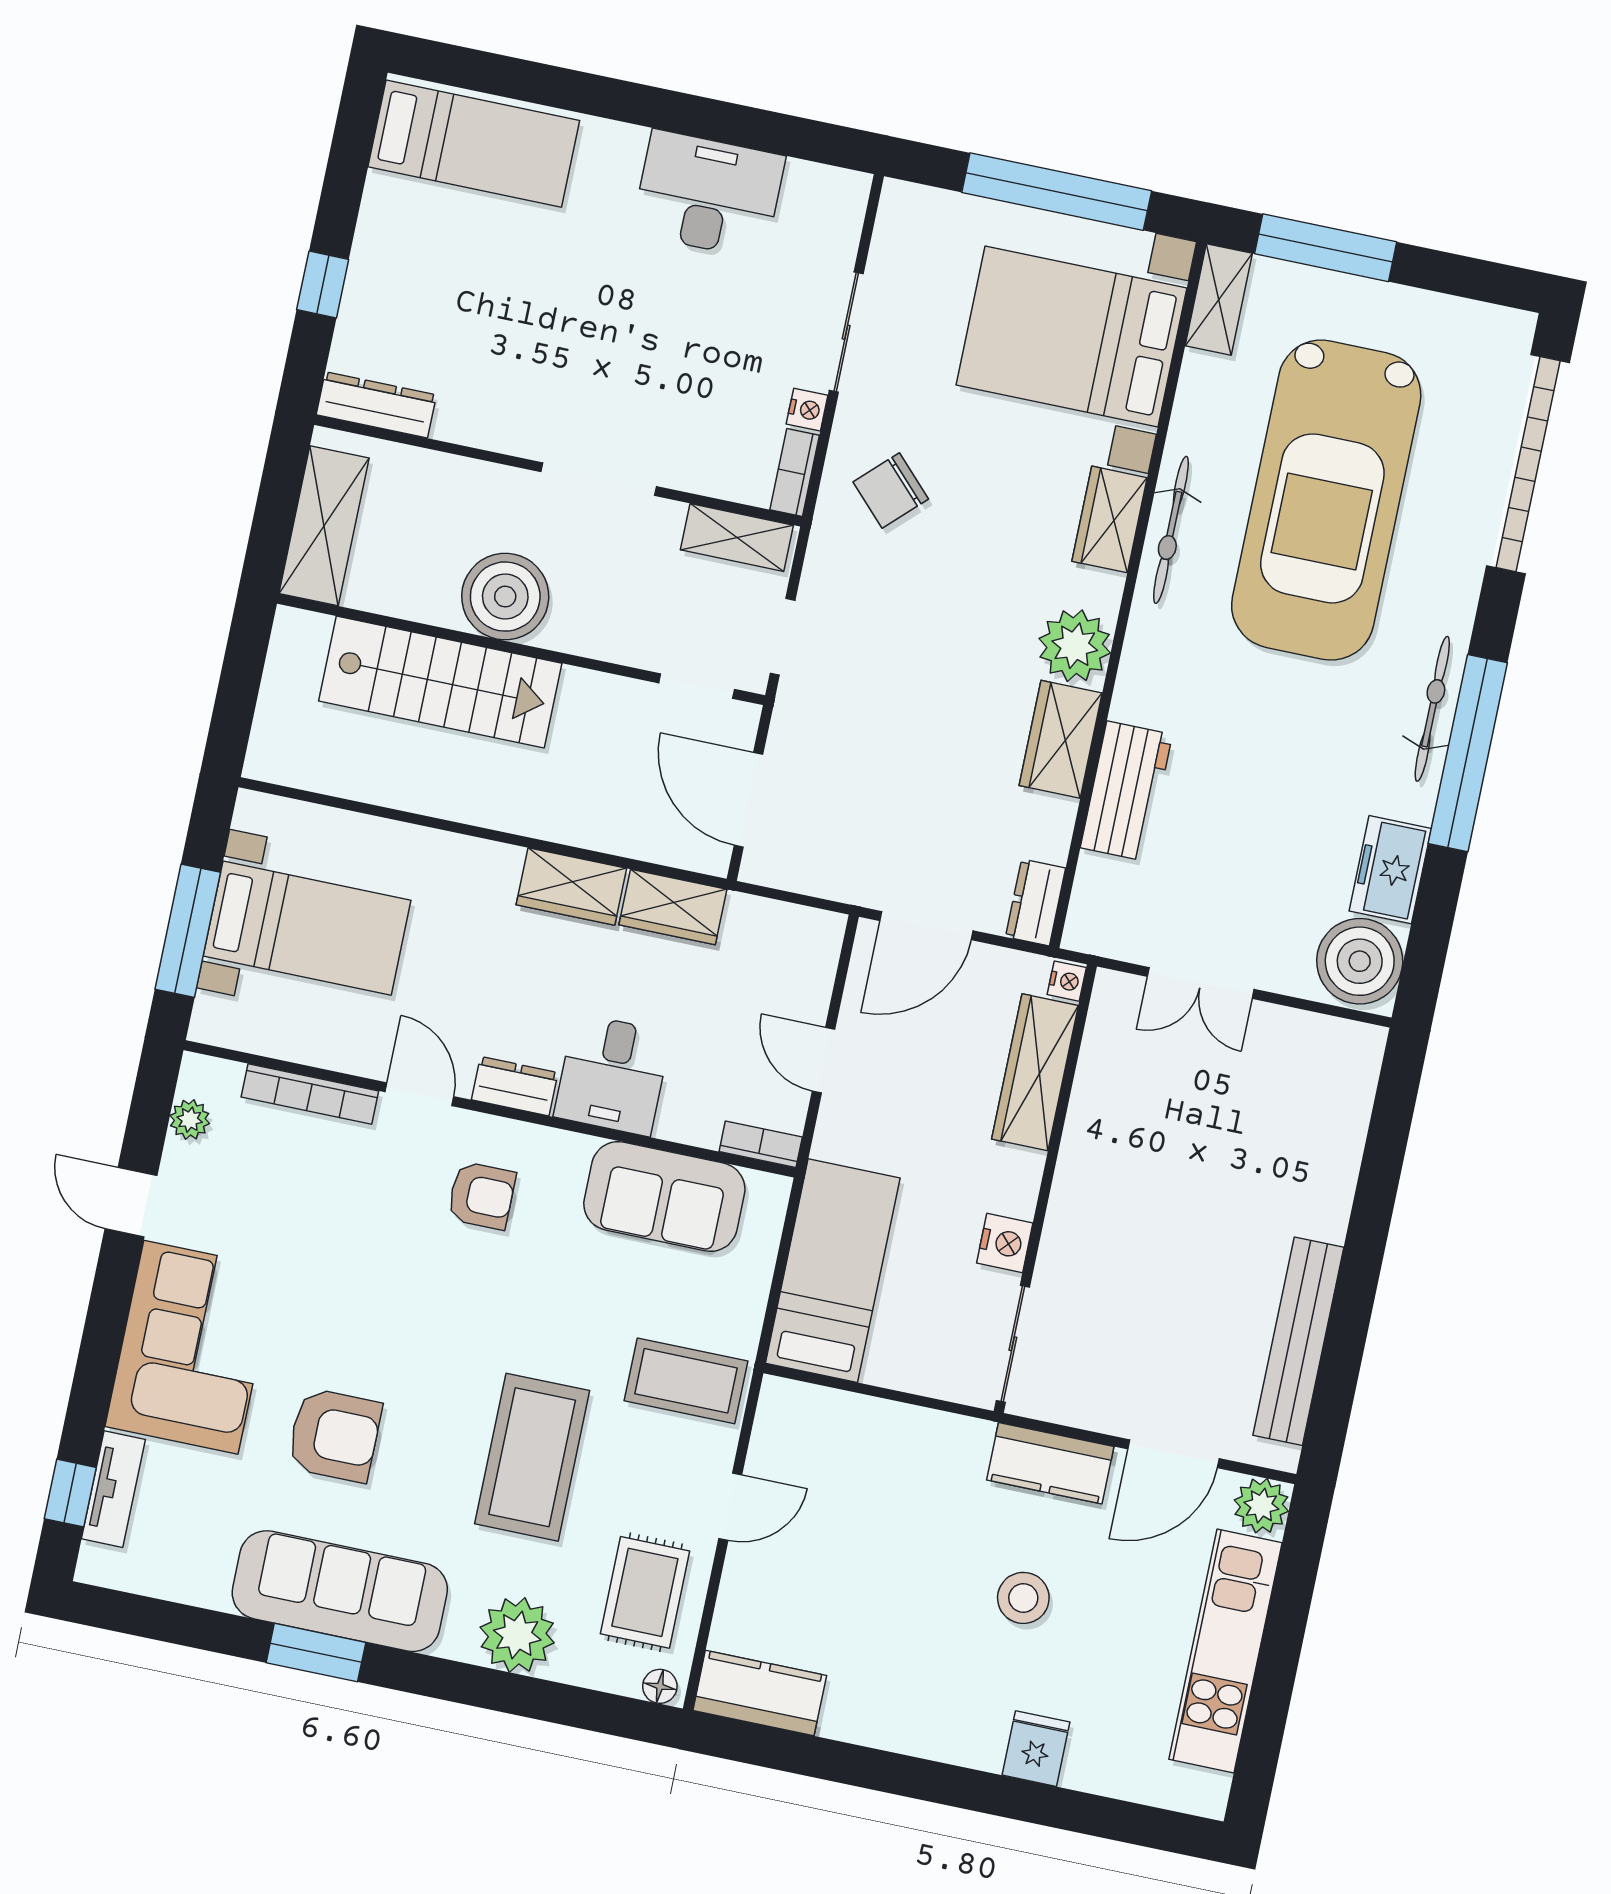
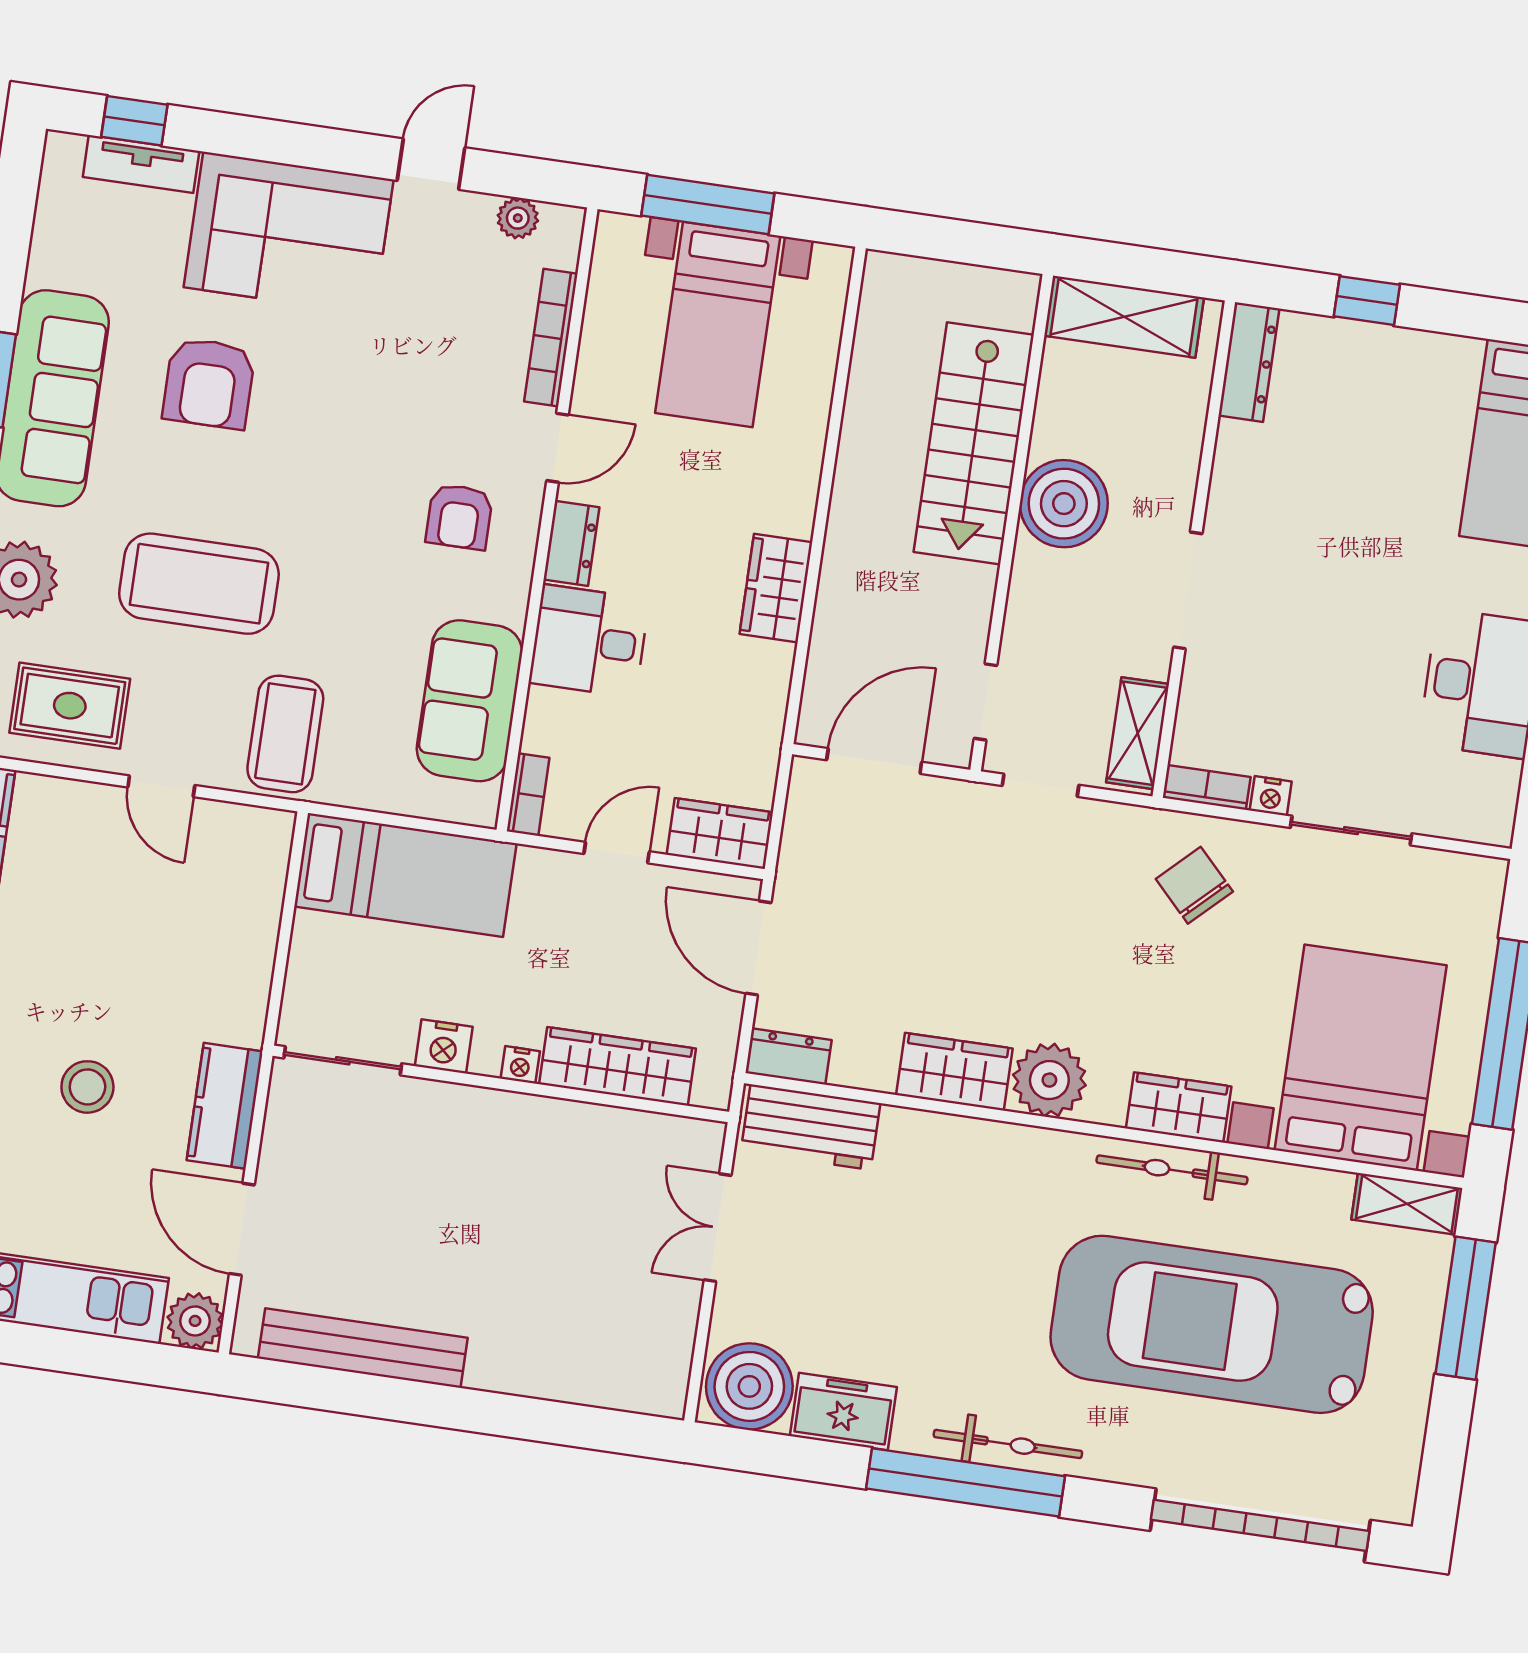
workbench: (1126, 791) -> (811, 1127), moved
wardrobe: (673, 907) -> (720, 833), moved, turned 90
nightstand: (1067, 981) -> (520, 1065), moved

